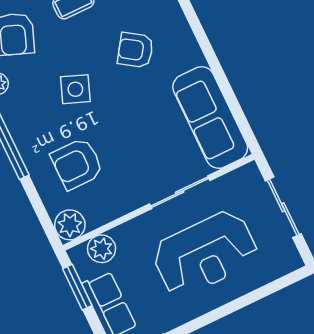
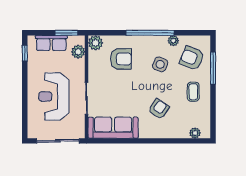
side table: (75, 89) -> (160, 64), moved
armchair: (77, 164) -> (121, 59), turned 90
sliding door: (283, 207) -> (58, 141), width x1.37

